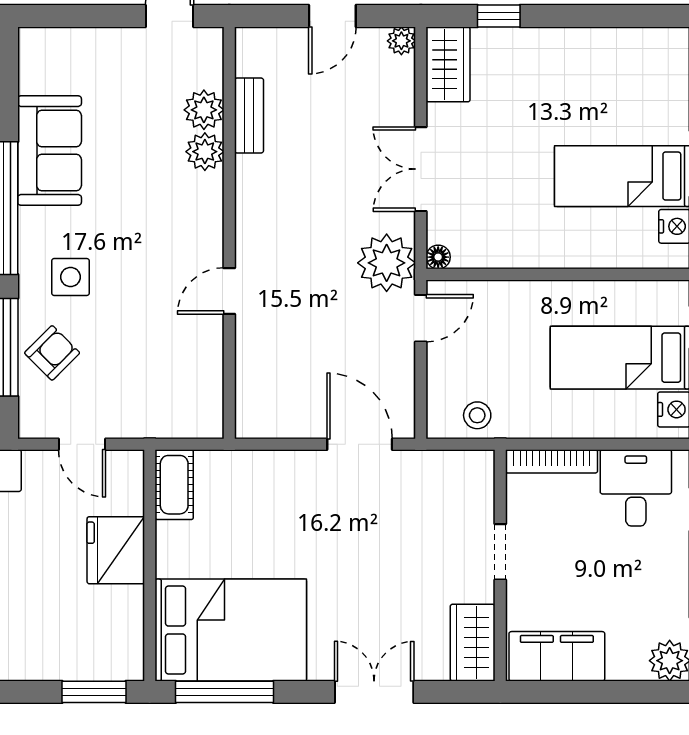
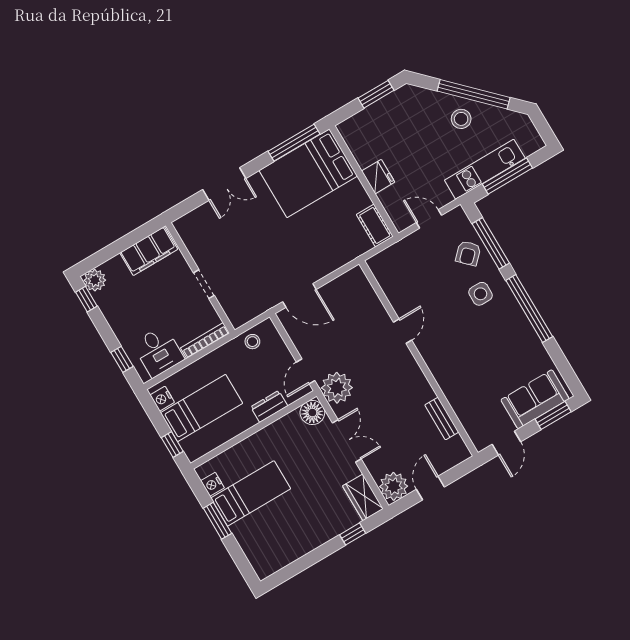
window: (69, 16) -> (553, 415), added
plant: (401, 41) -> (394, 486), width x1.88, depth x1.88
plant: (204, 110) -> (464, 409), removed
sofa: (50, 150) -> (535, 399), moved, turned 90
plant: (205, 152) -> (452, 389), removed
floor lamp: (438, 257) -> (312, 413), width x1.89, depth x1.89
dresser: (512, 297) -> (269, 406), added
fridge: (116, 550) -> (378, 177), width x0.73, depth x0.75
wardrobe: (473, 643) -> (192, 234), removed
window: (94, 692) -> (376, 94), moved

